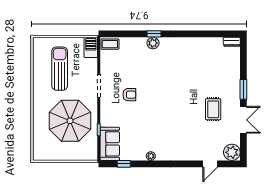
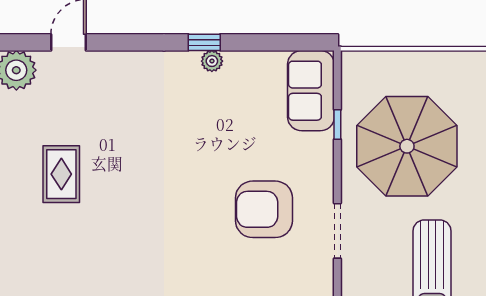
armchair: (129, 95) -> (264, 209), width x1.88, depth x1.88
window: (124, 164) -> (204, 42), moved

